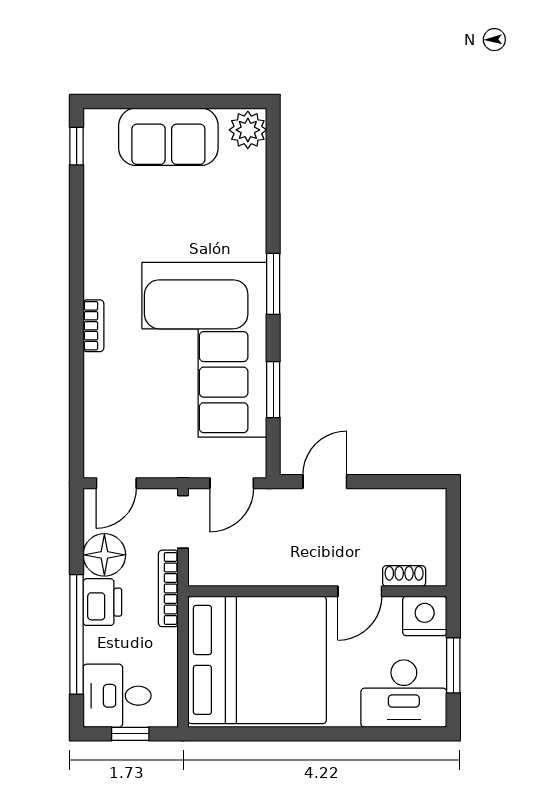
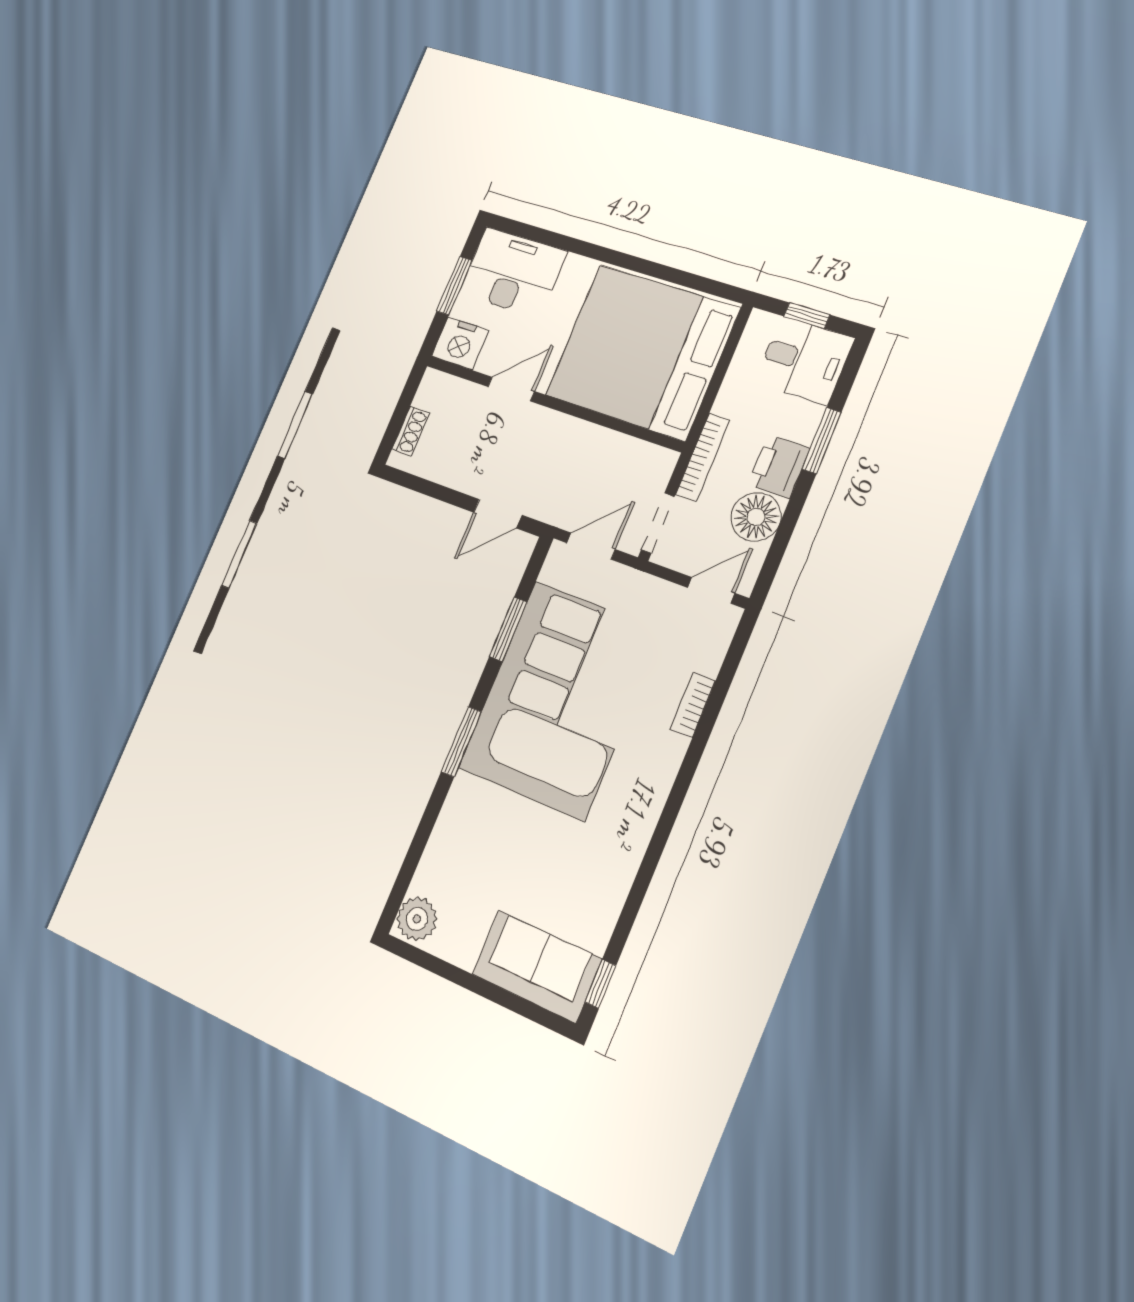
sofa: (168, 137) -> (537, 966), moved
bookcase: (93, 326) -> (693, 705), moved
shoe rack: (404, 576) -> (411, 431), moved, turned -90
window: (77, 634) -> (822, 441), width x0.47

